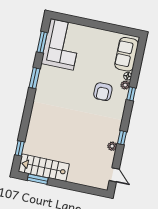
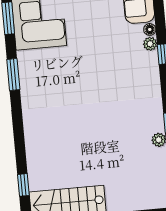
armchair: (103, 92) -> (120, 64), removed

